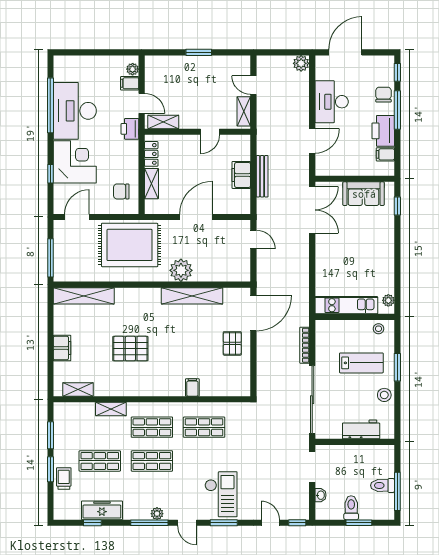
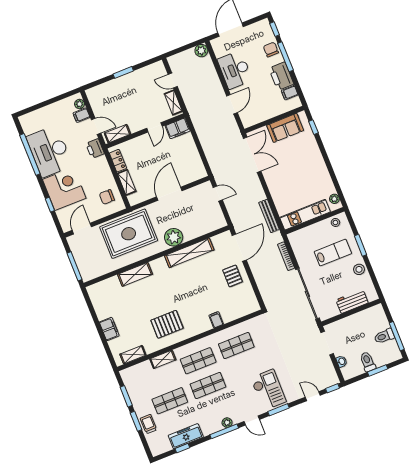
filing cabinet: (241, 175) -> (178, 128), moved, turned -90
bench: (262, 176) -> (269, 216), moved
shelving: (84, 296) -> (135, 274), moved, width x0.68
pallet: (130, 349) -> (167, 324), moved

